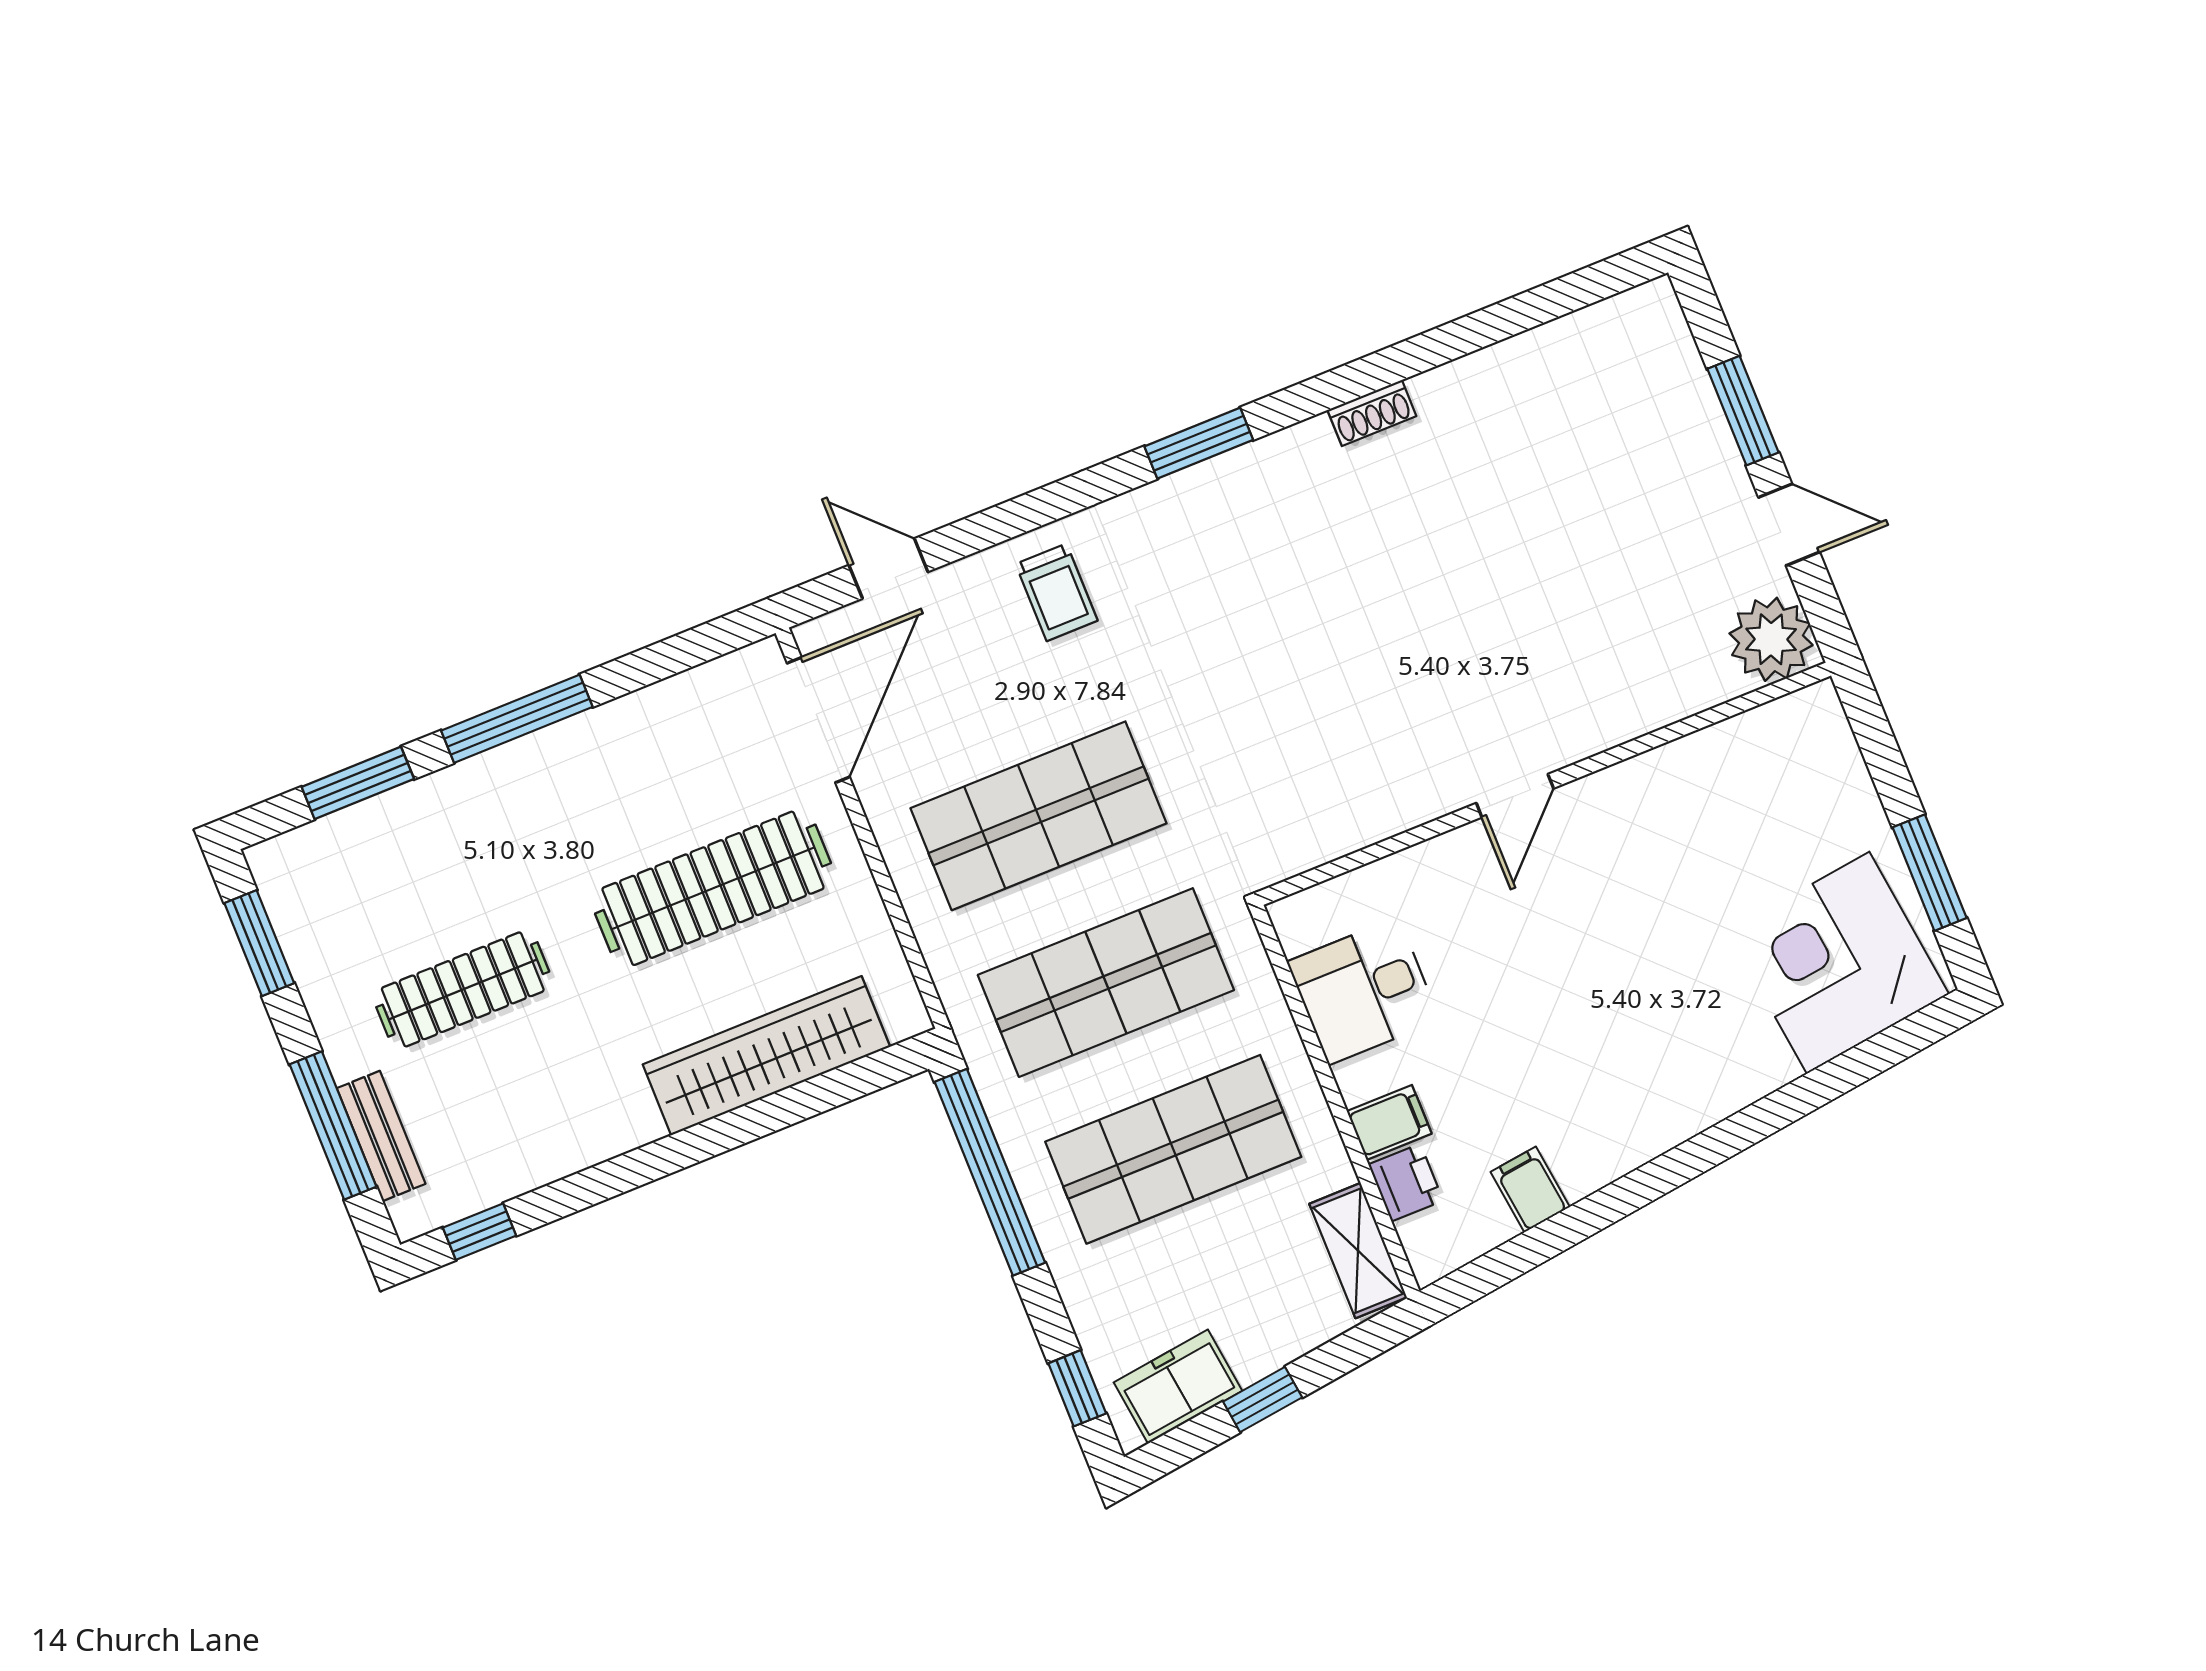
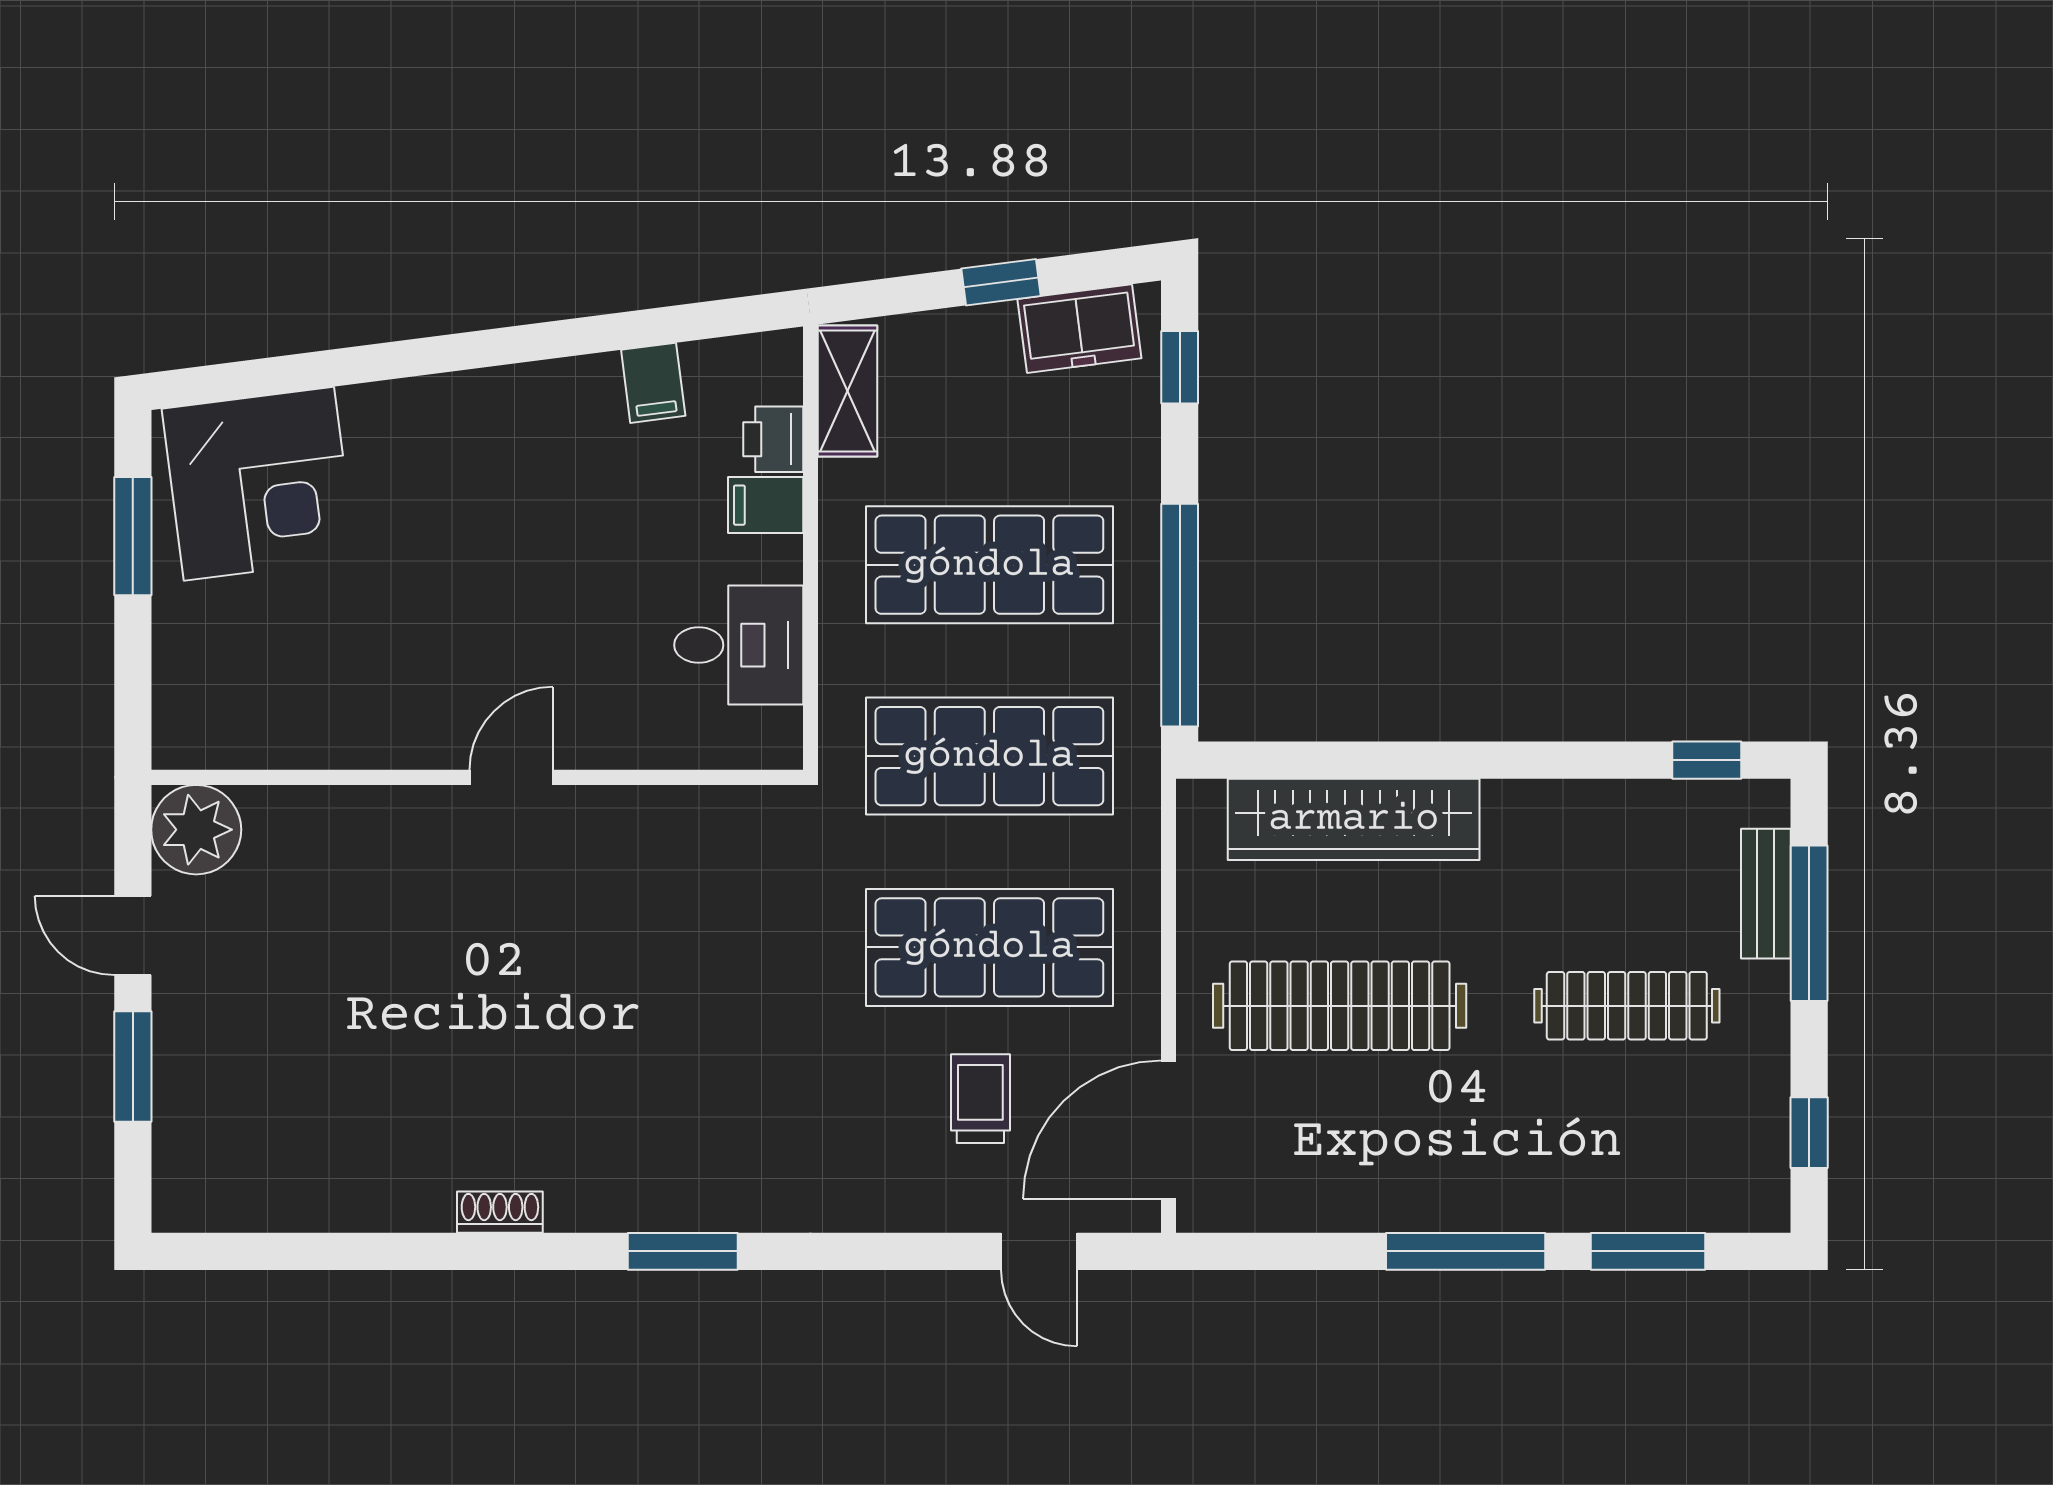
trolley: (1057, 592) -> (980, 1099), moved
window: (259, 943) -> (1809, 1133), width x0.67

